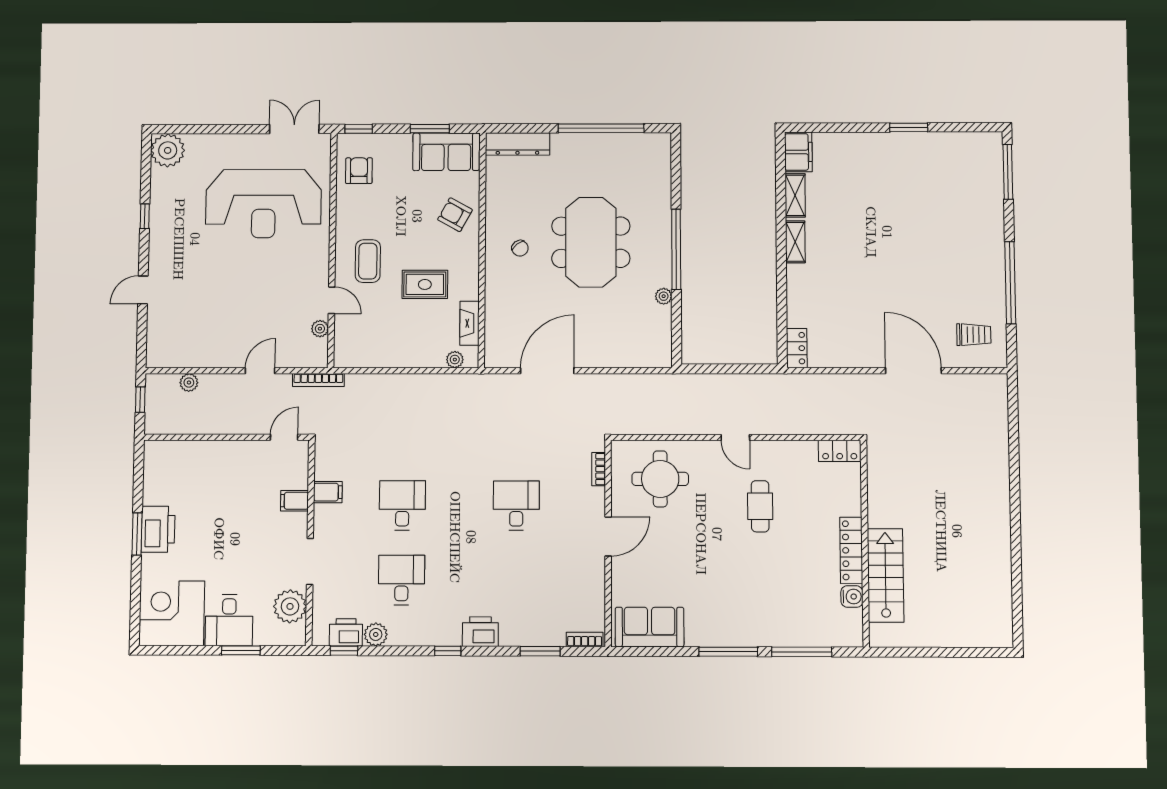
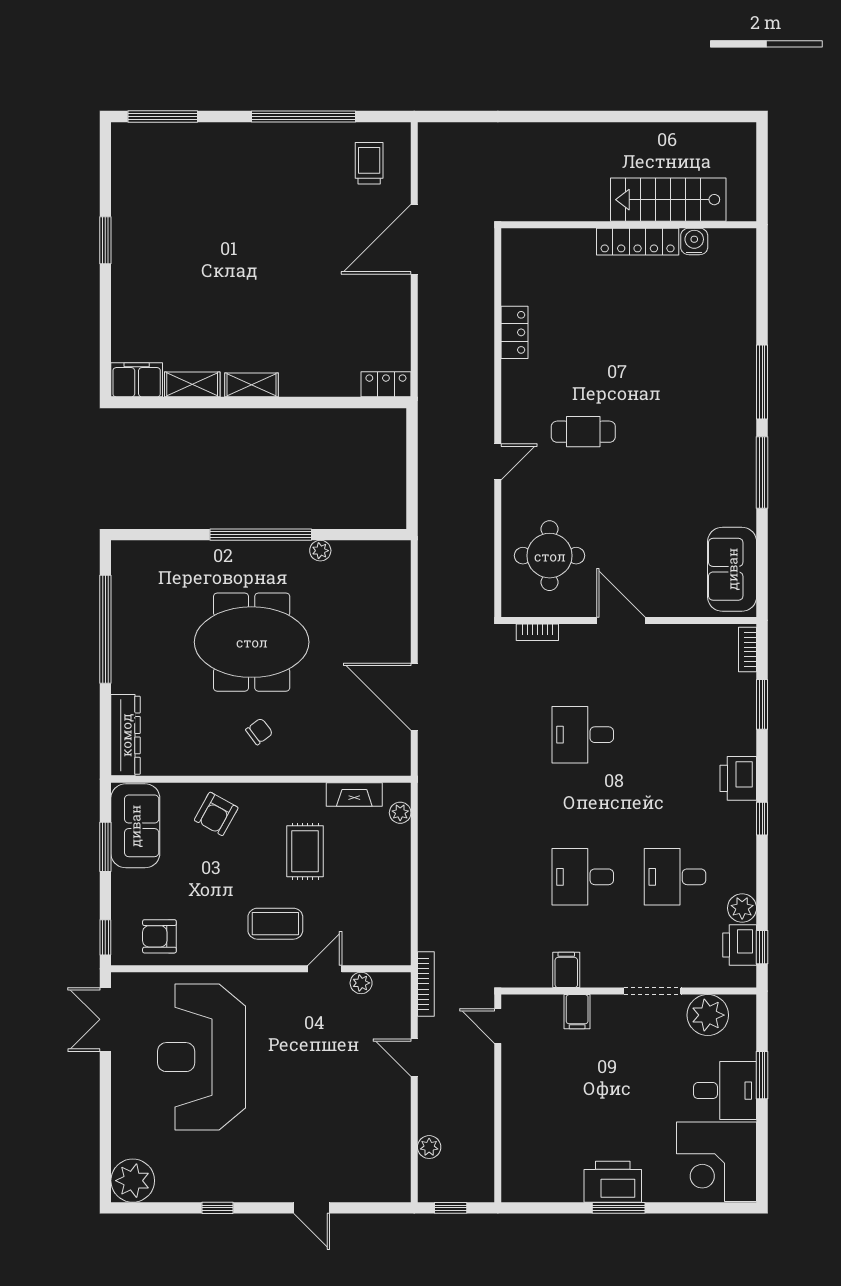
reception desk: (263, 204) -> (202, 1057), turned 180
wall: (865, 543) -> (629, 225), moved
locker: (851, 550) -> (638, 242), moved
stairs: (886, 575) -> (668, 200), moved
water cooler: (852, 597) -> (694, 241), moved

